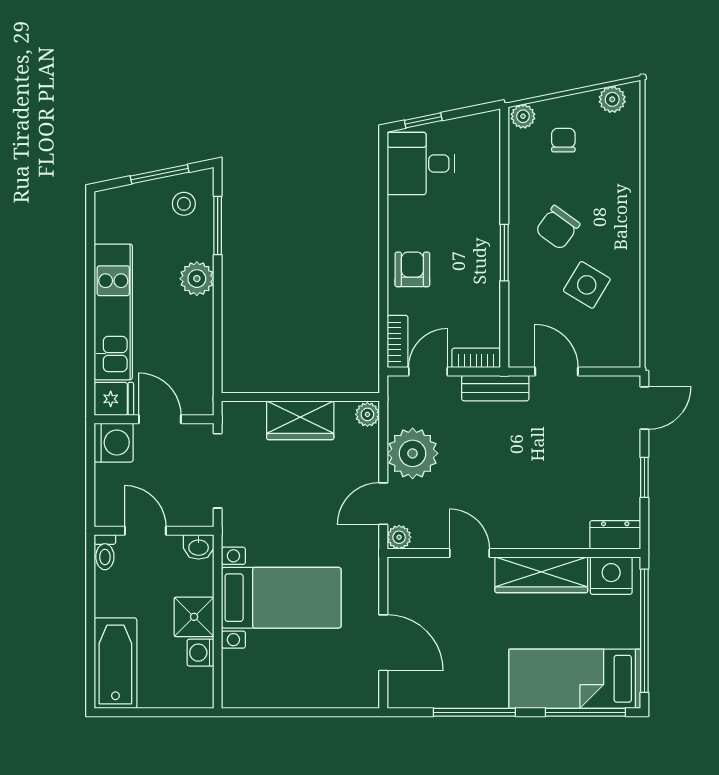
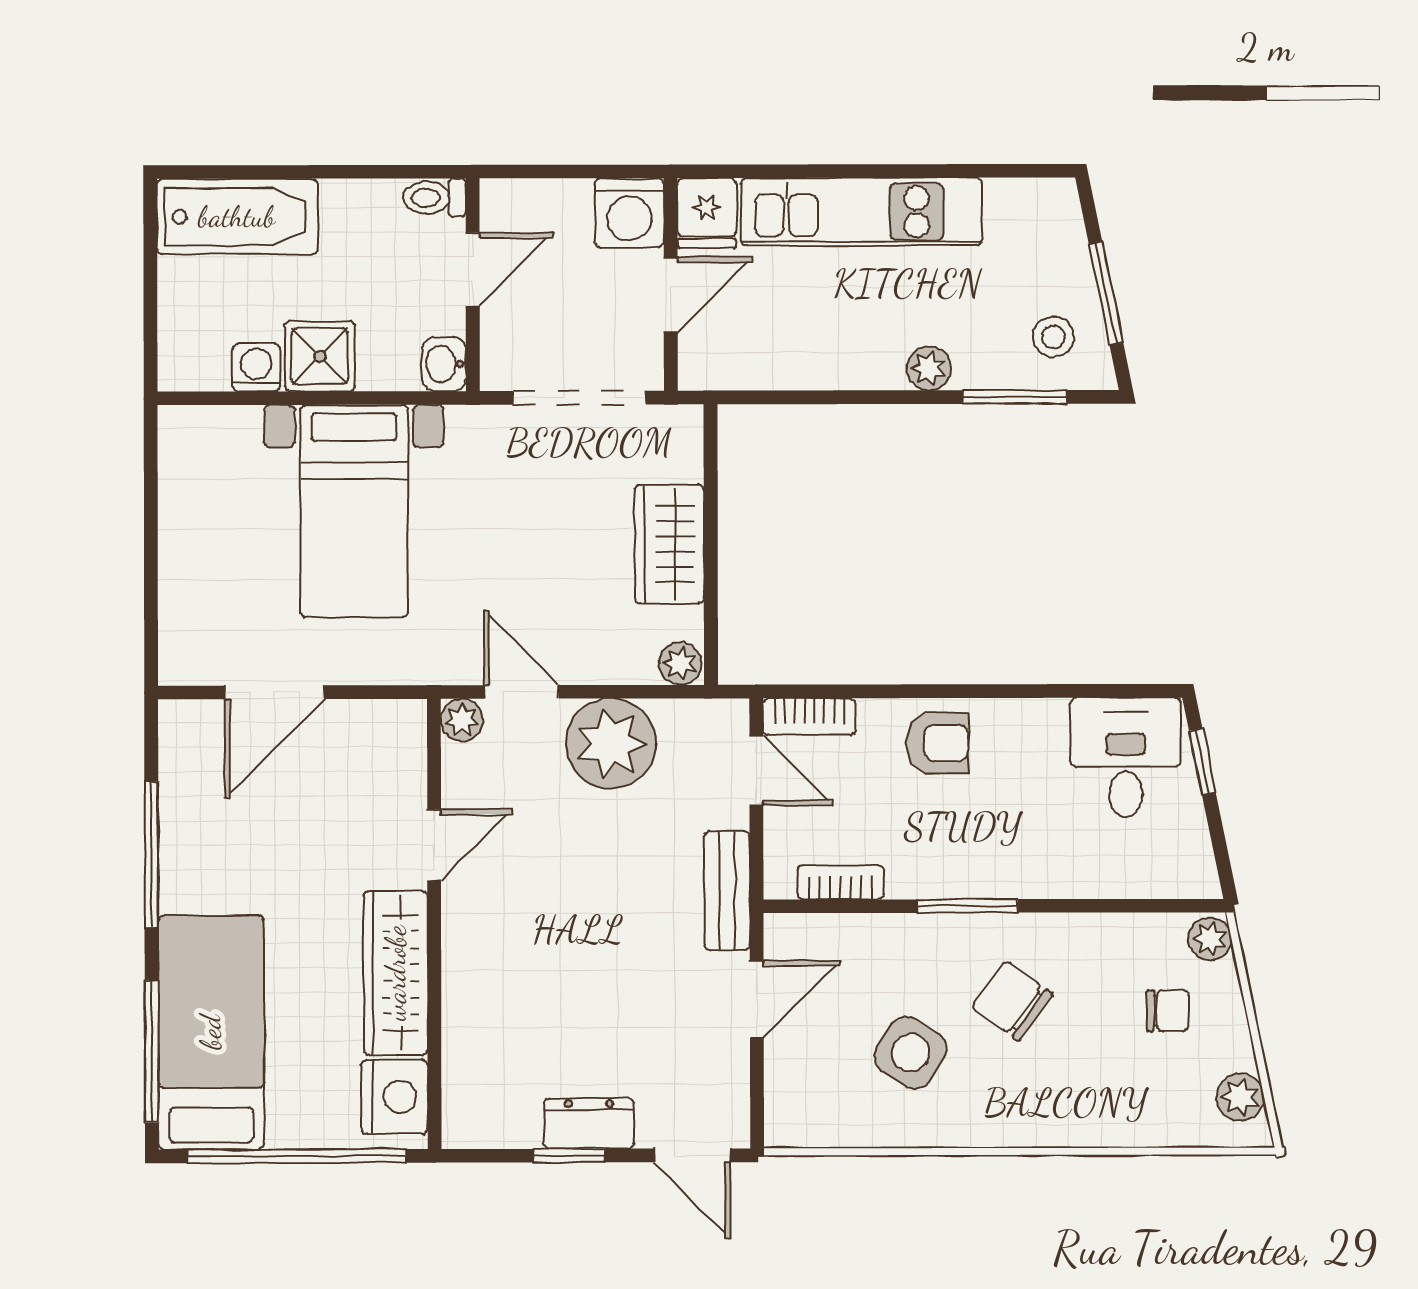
plant: (197, 279) -> (929, 368), width x0.73, depth x0.73
bookcase: (476, 358) -> (841, 882), moved, turned -90
dresser: (615, 535) -> (589, 1123), moved, turned -90

